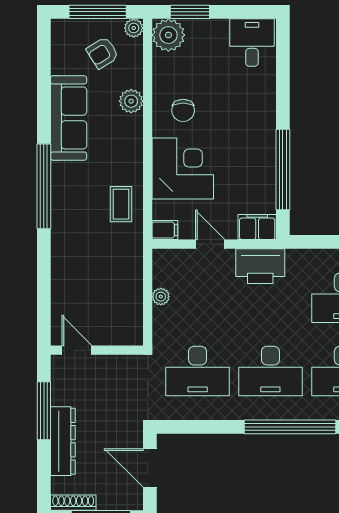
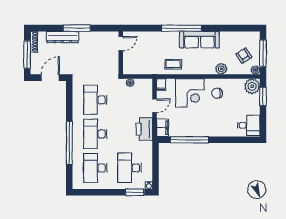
sofa: (69, 118) -> (199, 40), moved
door: (77, 350) -> (121, 44), moved
wall: (97, 350) -> (121, 53), moved

